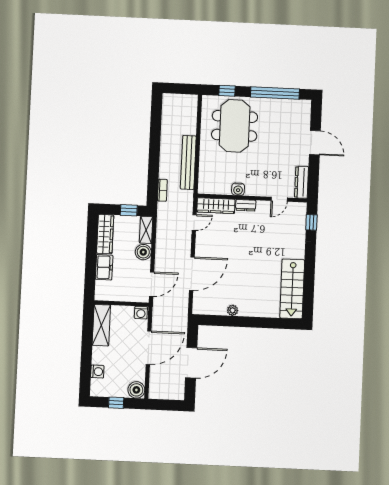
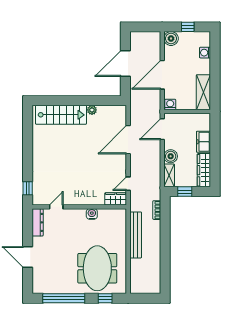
dresser: (246, 205) -> (85, 200), removed
wardrobe: (216, 206) -> (116, 199), width x0.67
stairs: (292, 289) -> (61, 115), moved, turned 90

